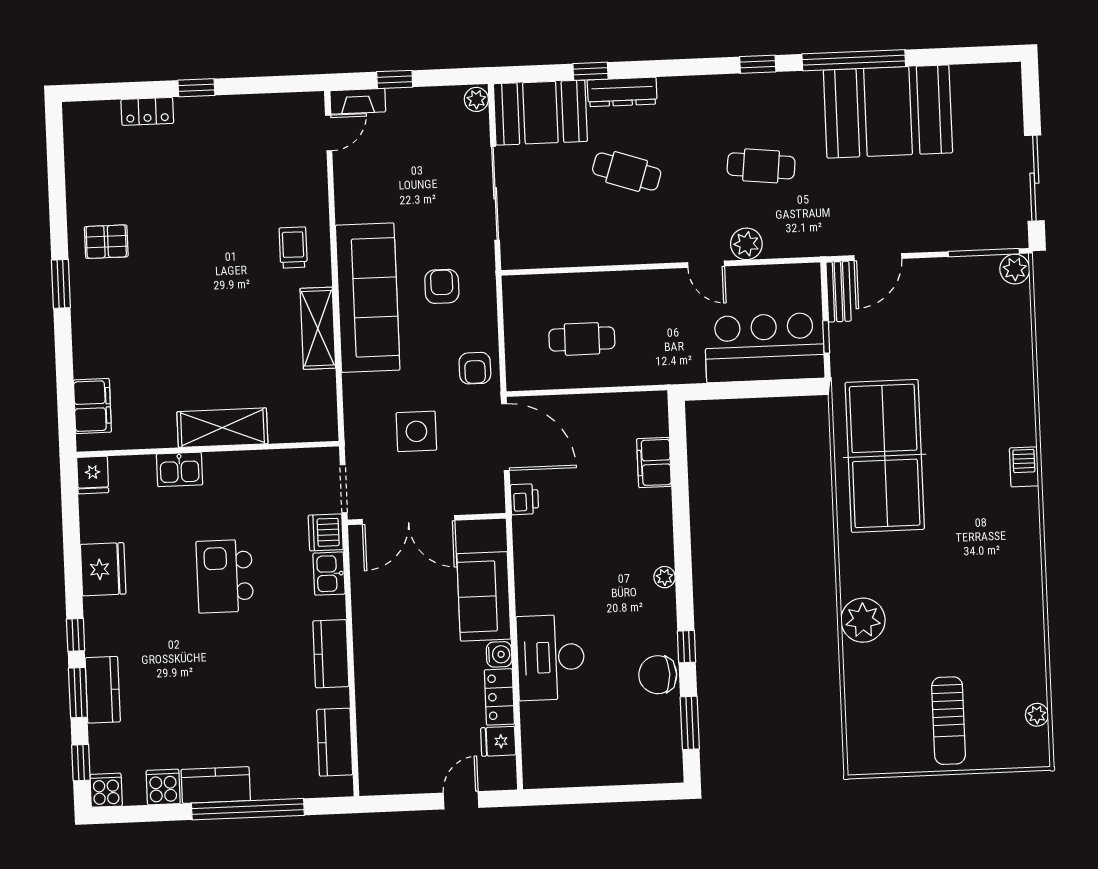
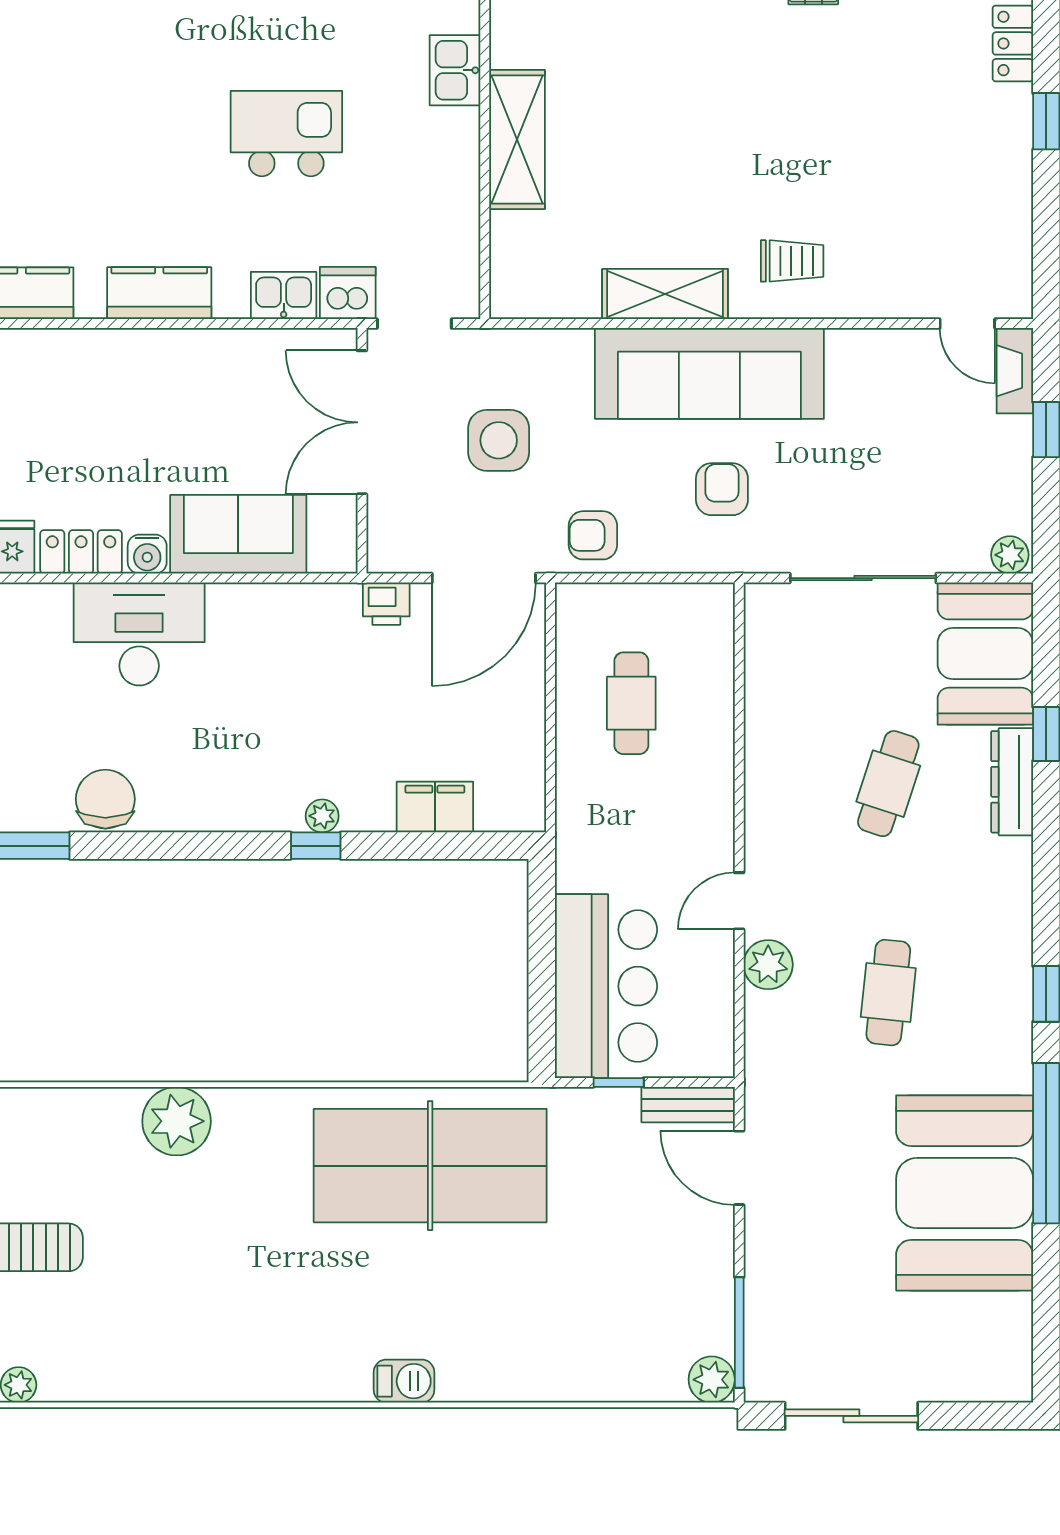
armchair: (442, 286) -> (722, 489), turned -90
plant: (665, 577) -> (322, 816), moved
window: (687, 647) -> (316, 846), moved

